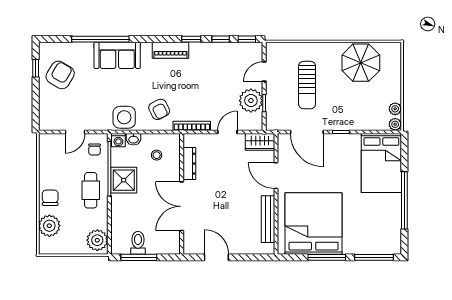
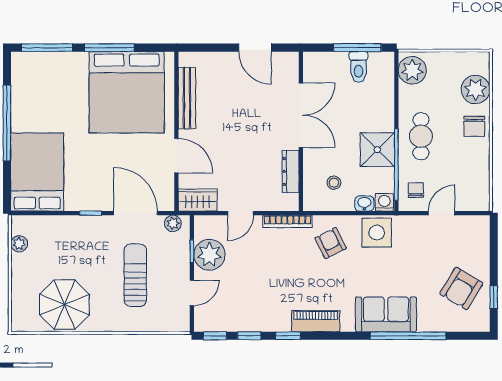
plant: (395, 124) -> (173, 223), moved

